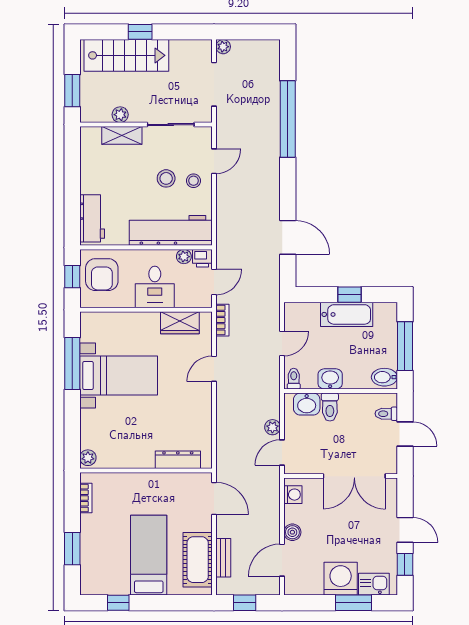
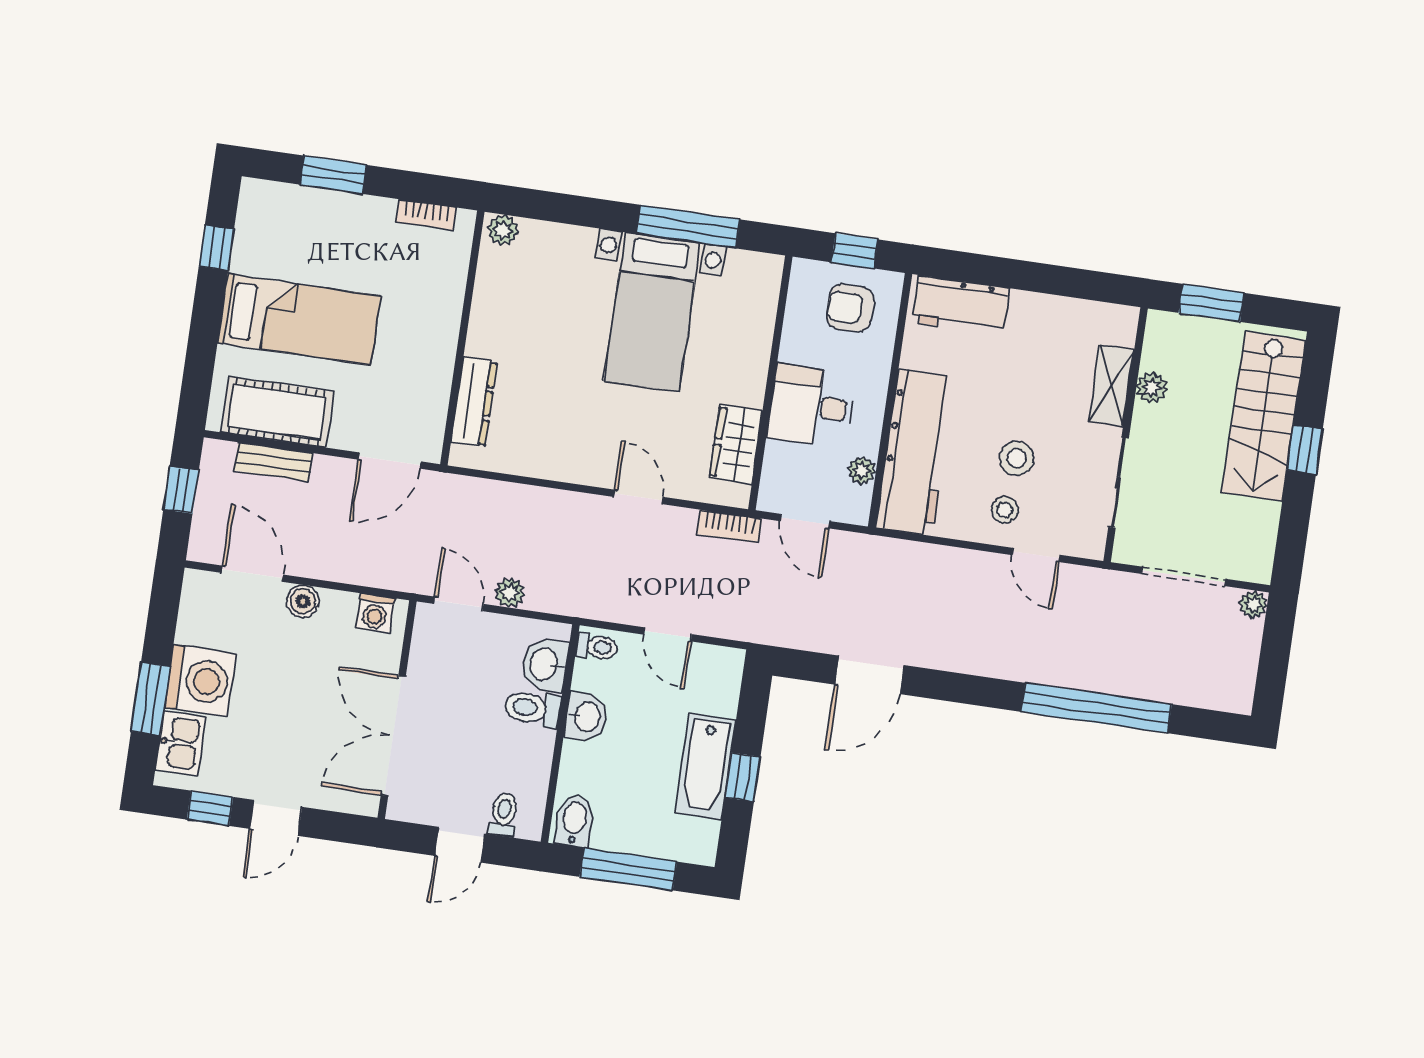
printer: (202, 258) -> (854, 505), removed
armchair: (102, 275) -> (850, 308), width x0.72, depth x0.72

